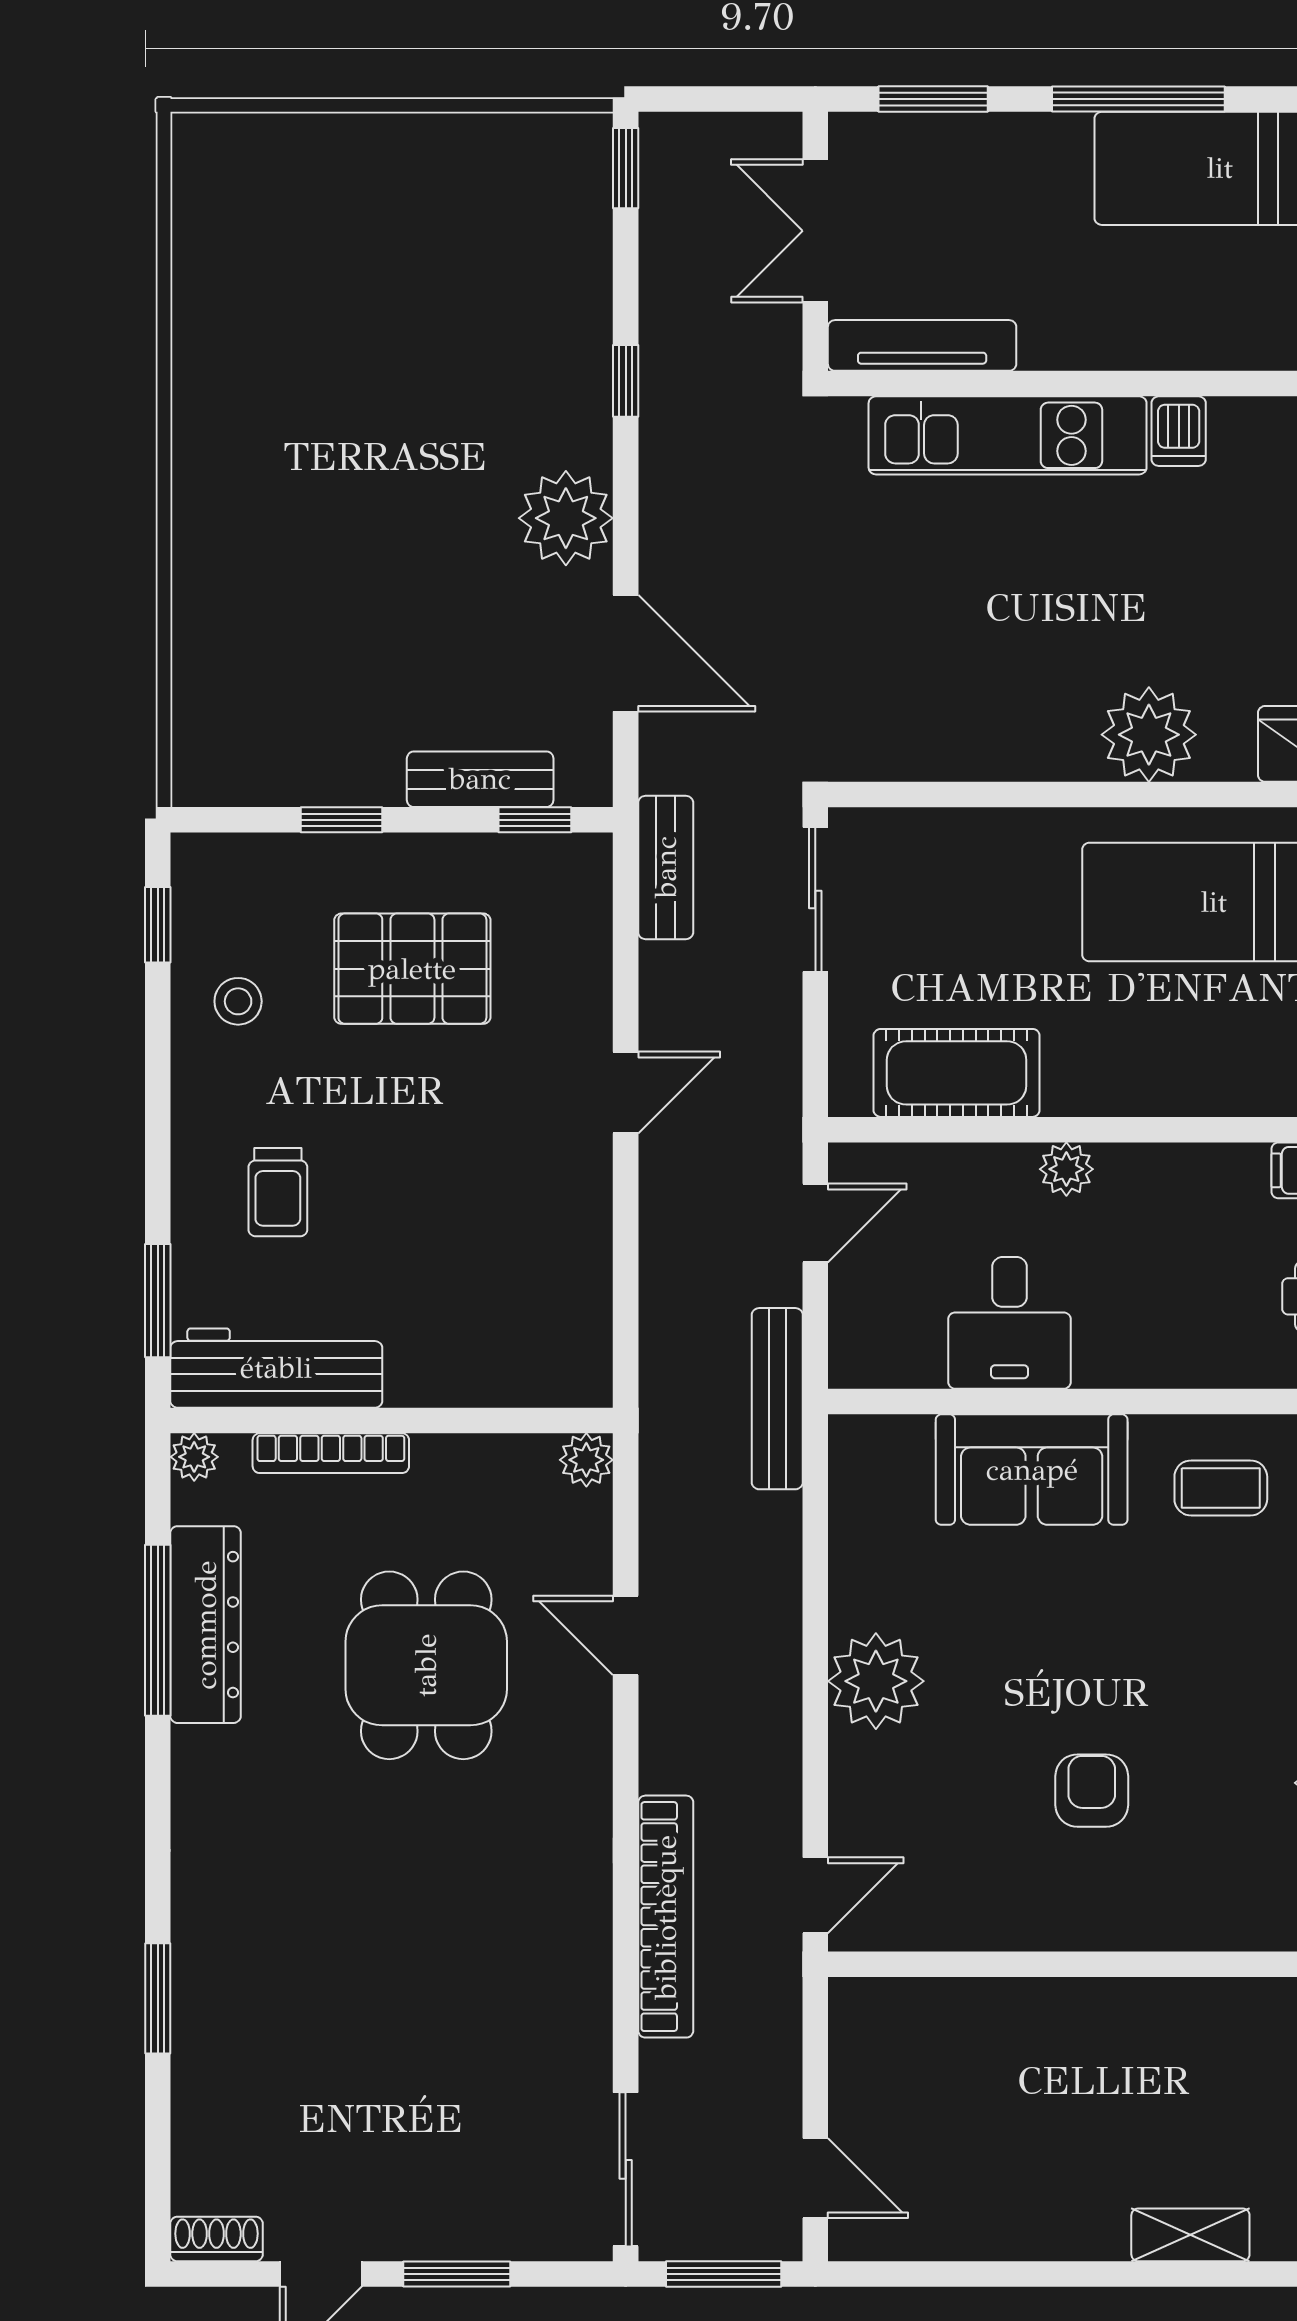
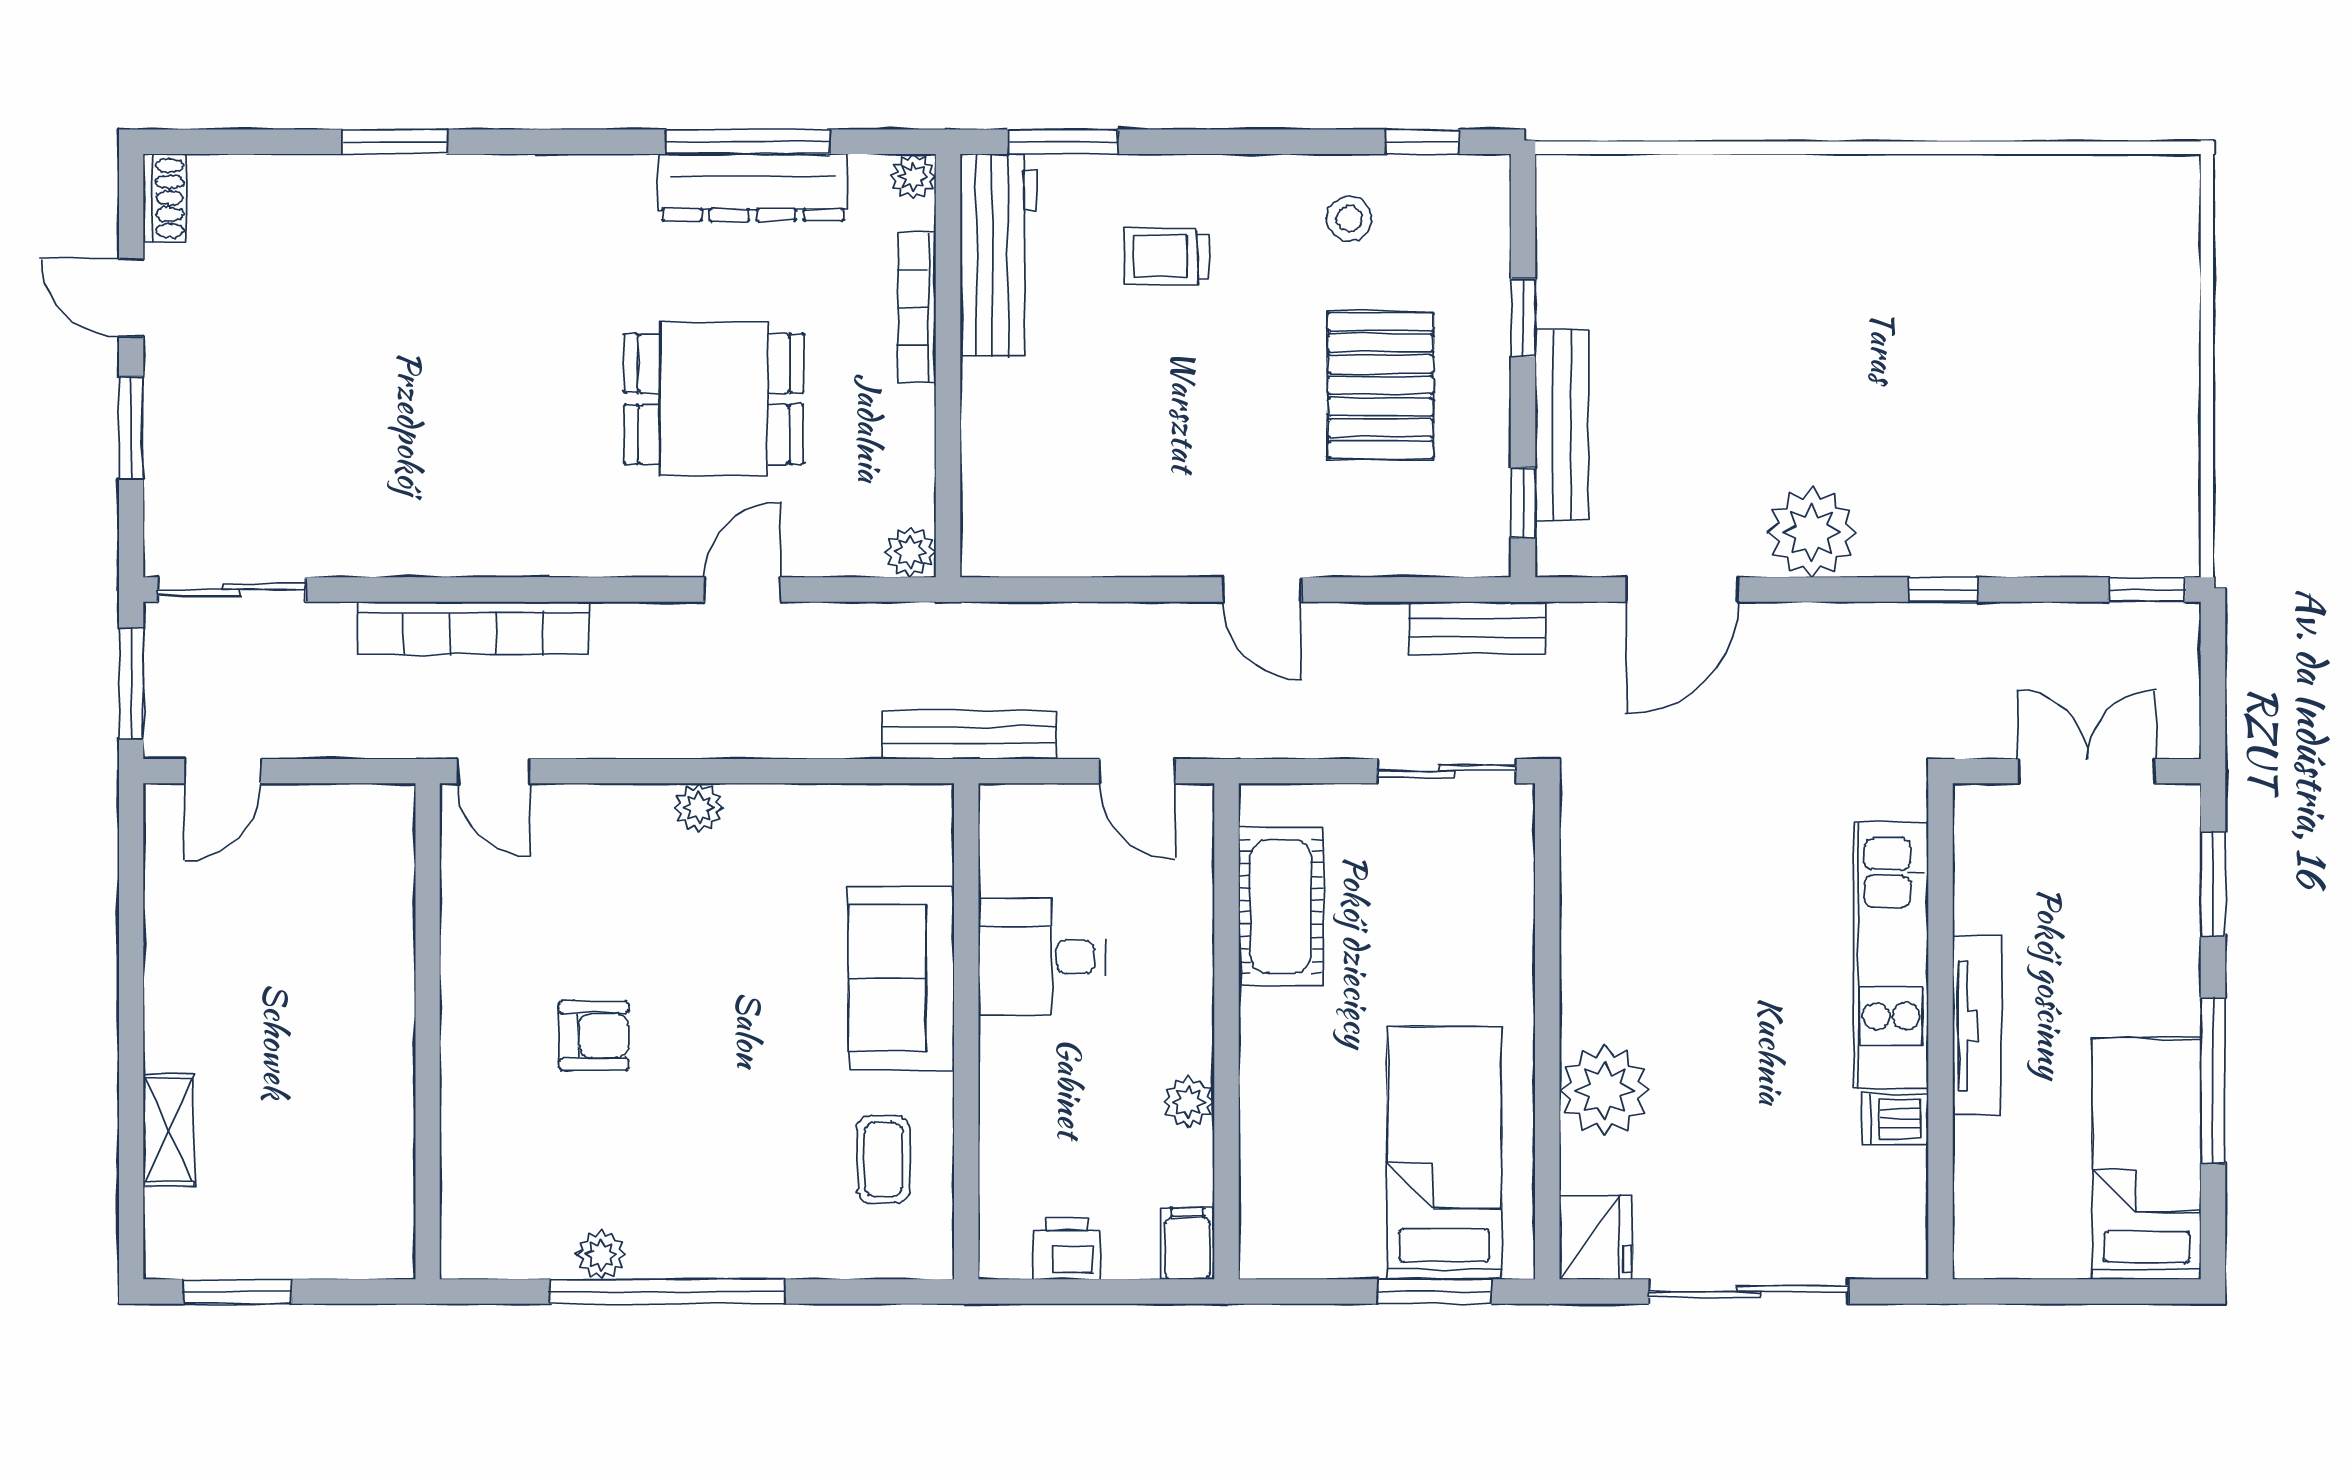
tv unit: (922, 345) -> (1977, 1026), moved
bench: (480, 779) -> (1562, 425), width x1.36
plant: (1066, 1169) -> (1189, 1102), moved
plant: (876, 1681) -> (699, 808), width x0.53, depth x0.53

